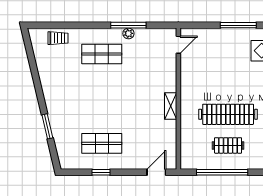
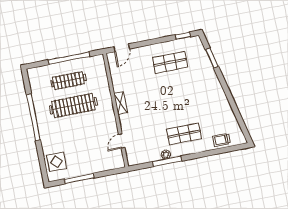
door: (178, 45) -> (122, 141), moved
window: (47, 126) -> (212, 58), moved
clothes rail: (228, 145) -> (68, 81), width x1.36
window: (101, 172) -> (183, 36), moved

